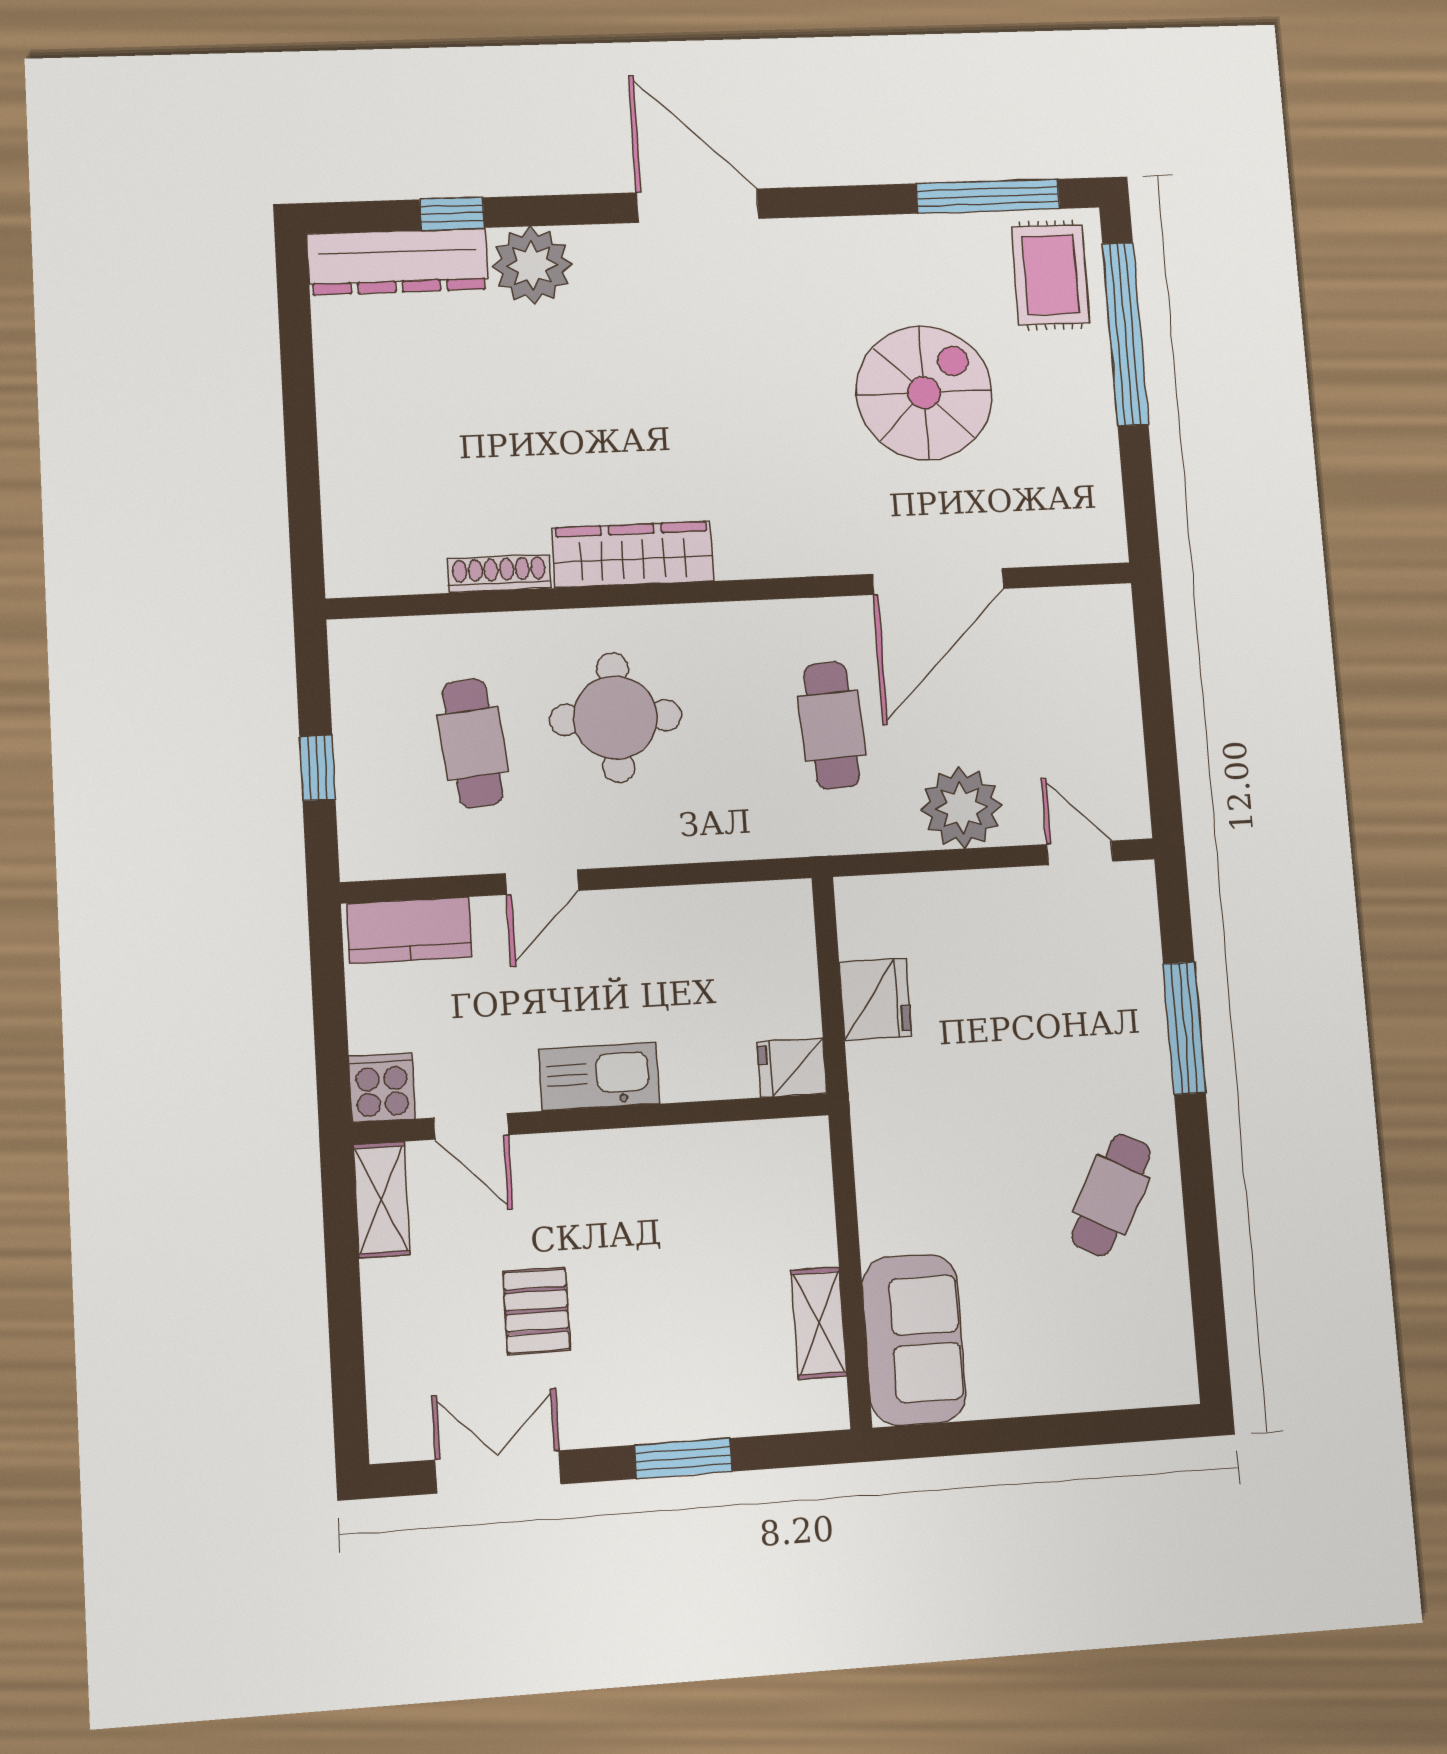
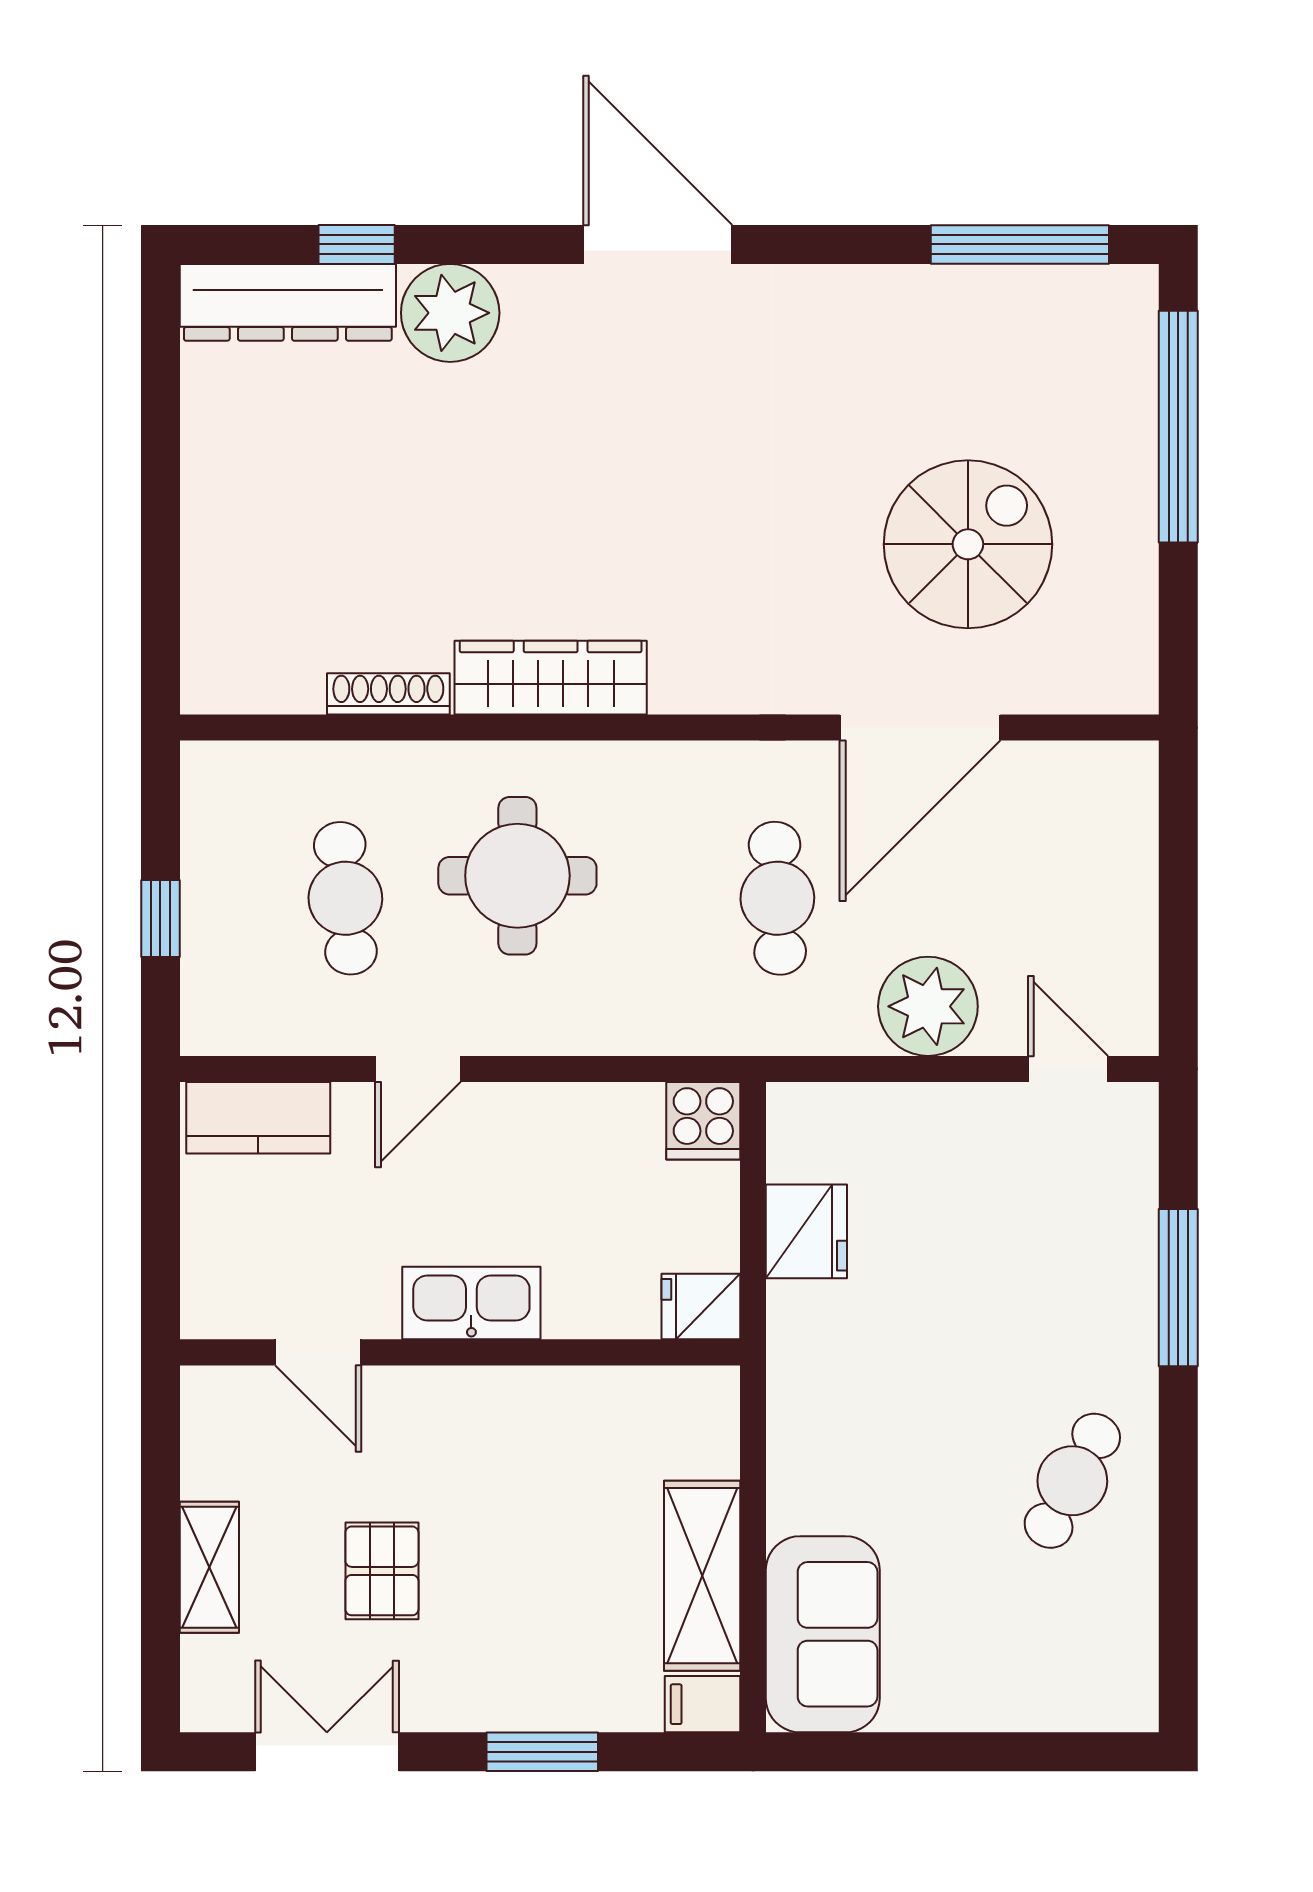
rug: (1050, 275) -> (1090, 348), removed
spiral stairs: (924, 393) -> (968, 544), moved
cooker: (382, 1087) -> (703, 1121), moved, turned 180
shelving: (381, 1200) -> (209, 1567), moved
shelving: (819, 1323) -> (702, 1576), width x1.50, depth x1.33
filing cabinet: (817, 1407) -> (703, 1704), added

